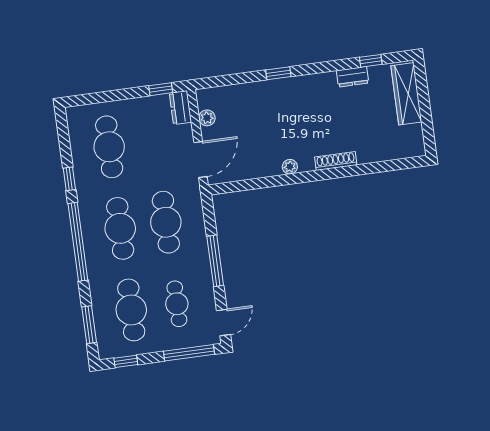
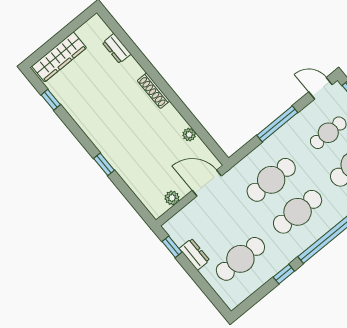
dresser: (353, 77) -> (117, 48), moved, turned 180
dresser: (180, 108) -> (194, 254), moved, turned -90
shoe rack: (336, 161) -> (154, 91), moved
plant: (290, 167) -> (189, 135), moved

